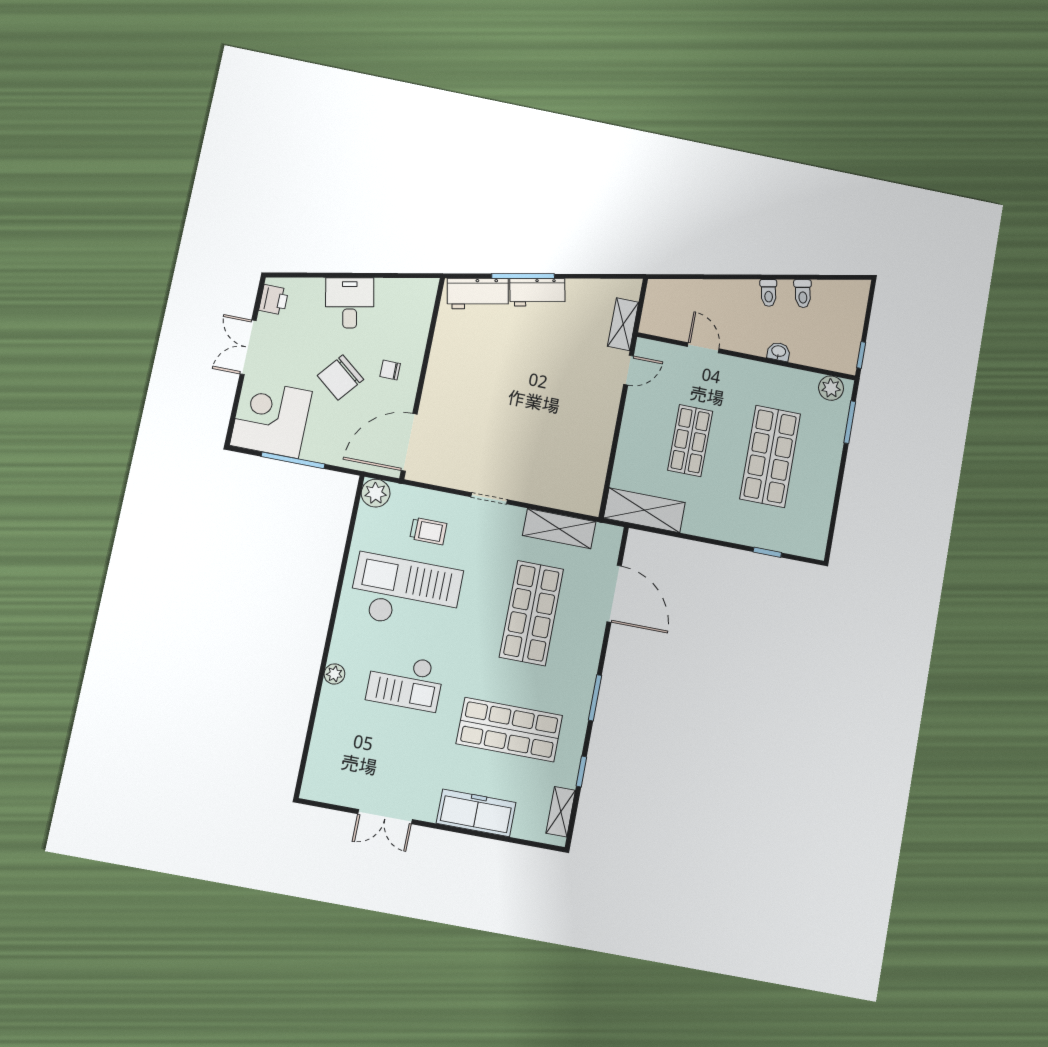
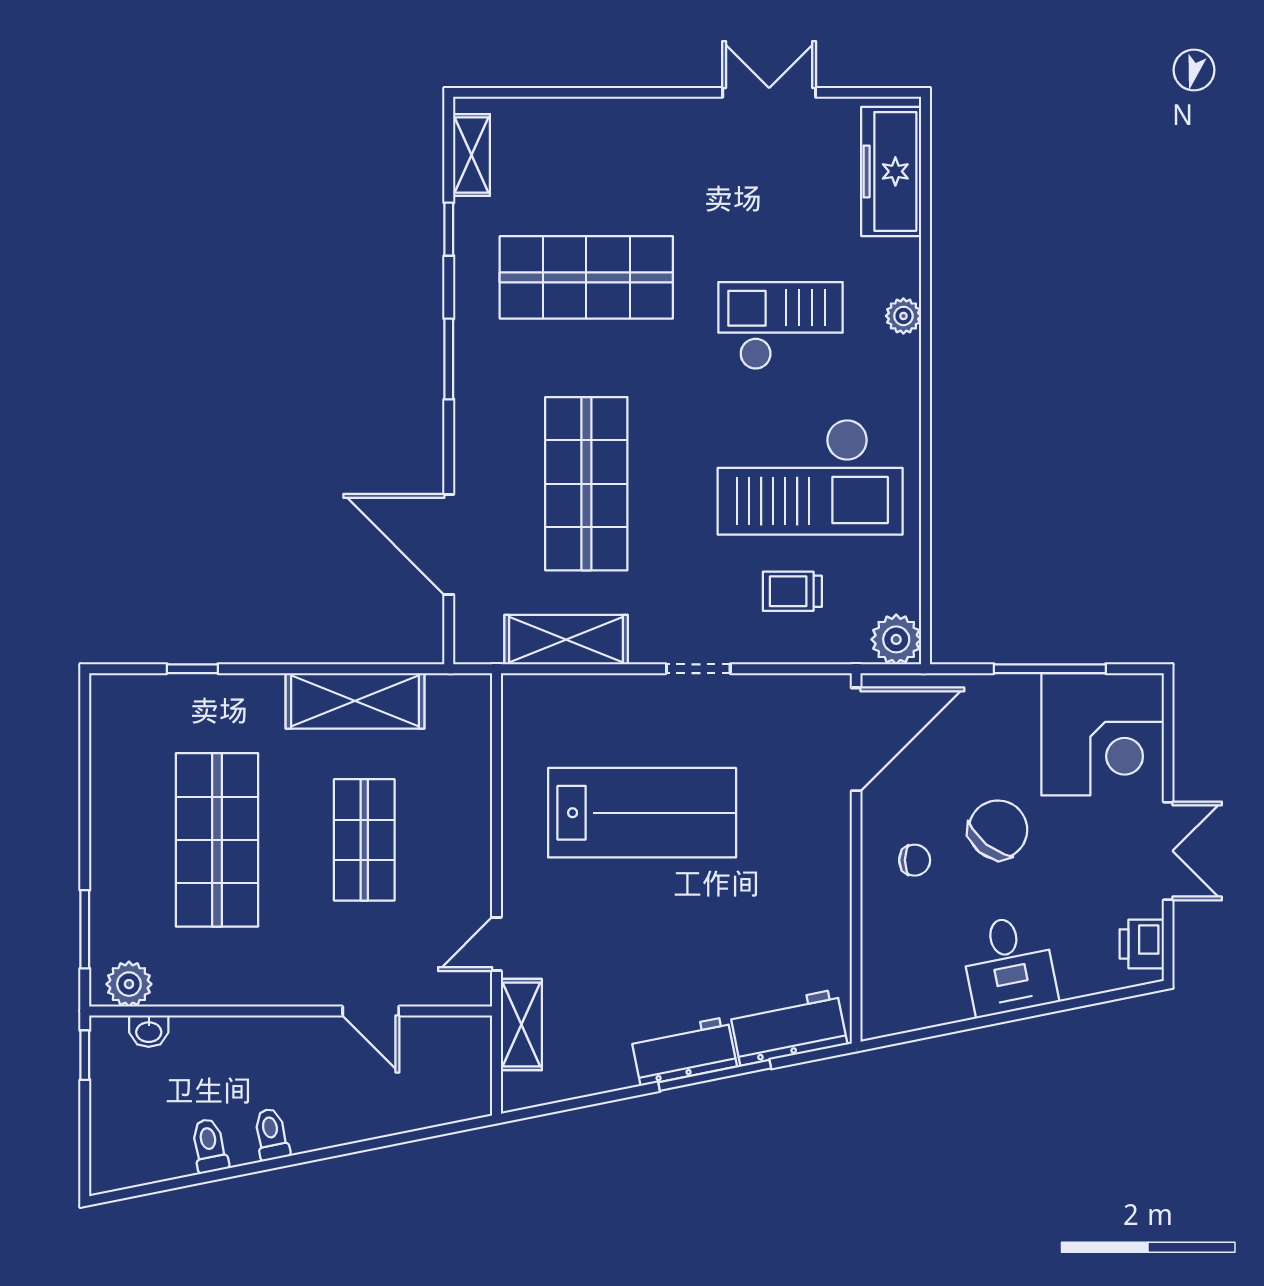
washbasin: (779, 352) -> (149, 1031), moved
lab bench: (535, 425) -> (642, 813), added
shelving: (644, 510) -> (355, 701), moved
freezer: (476, 813) -> (891, 171), moved, turned 90

